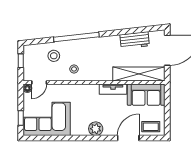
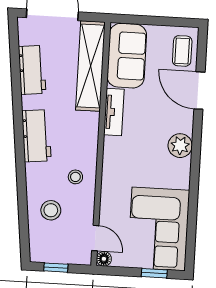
window: (76, 37) -> (21, 170), removed
workbench: (97, 45) -> (36, 136), added

